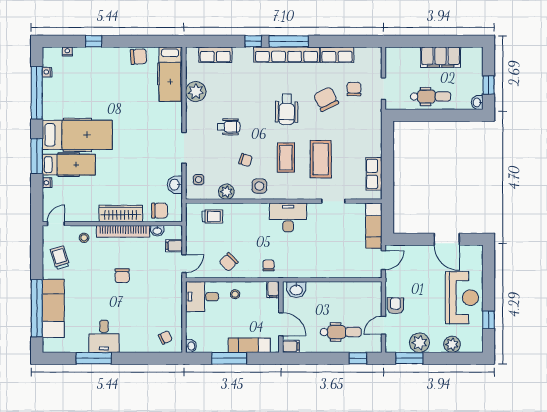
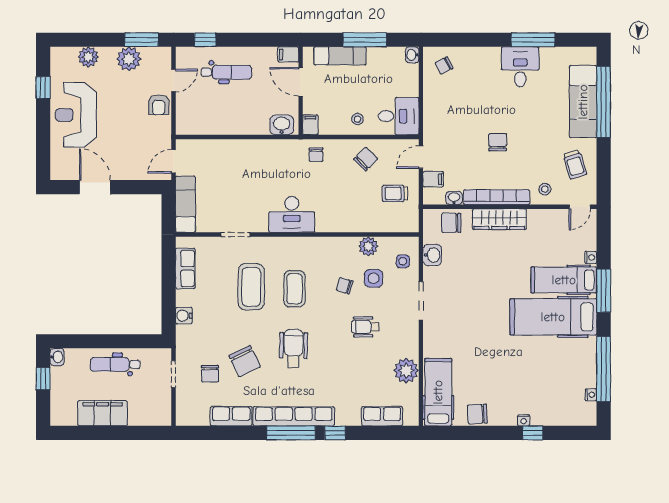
nightstand: (67, 51) -> (524, 420), moved
water cooler: (375, 136) -> (184, 316), added
side table: (259, 186) -> (374, 278), moved
trolley: (212, 216) -> (395, 193), moved
dental chair: (341, 332) -> (226, 72), turned 180

